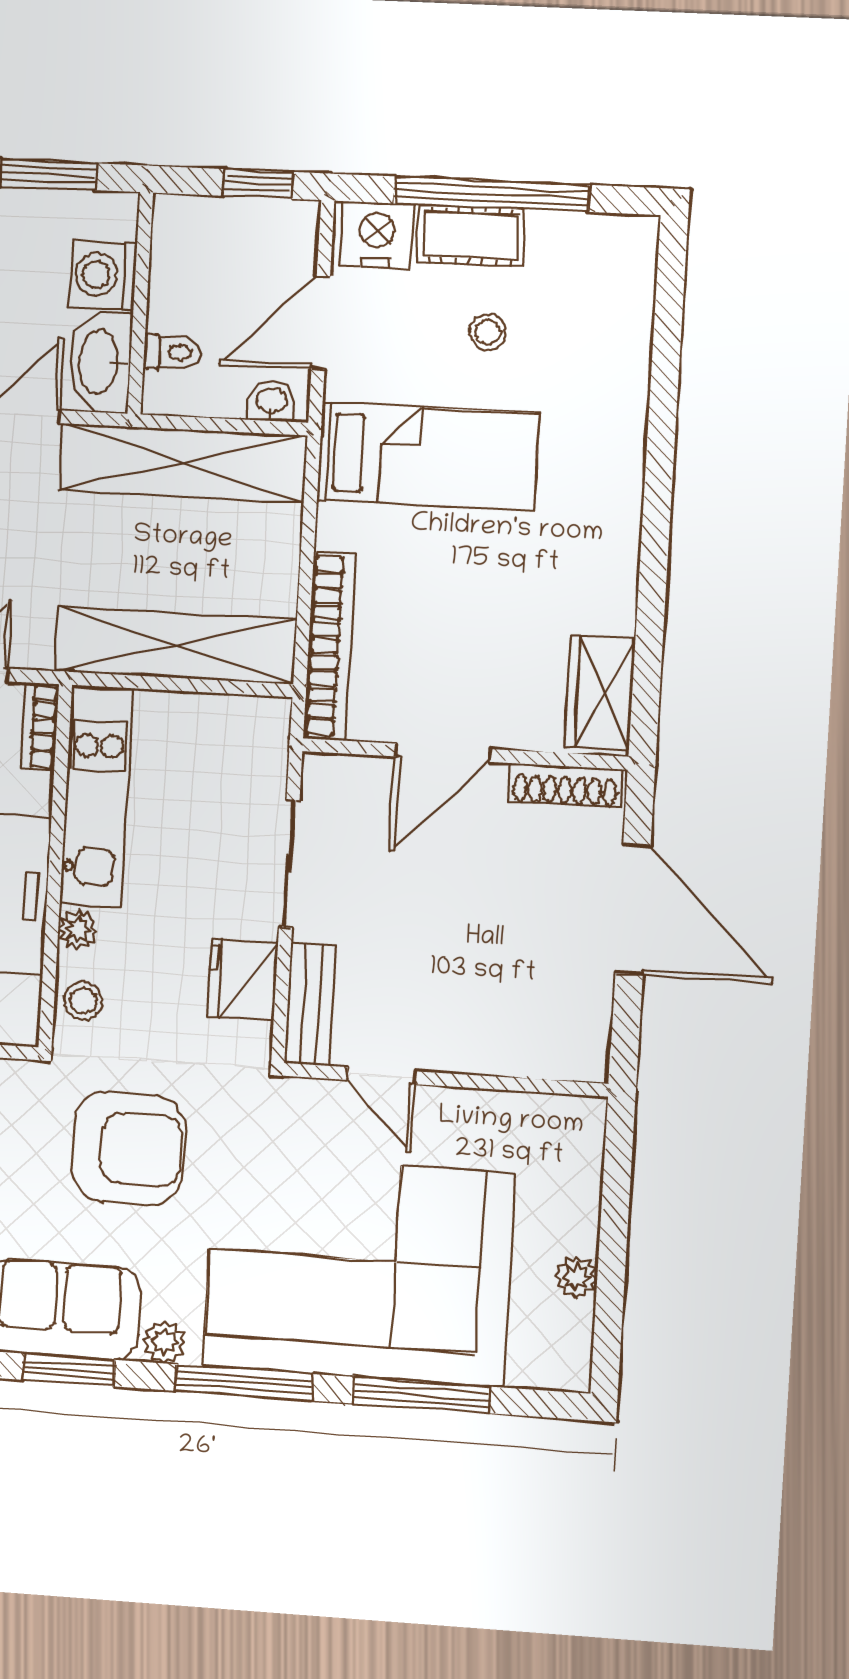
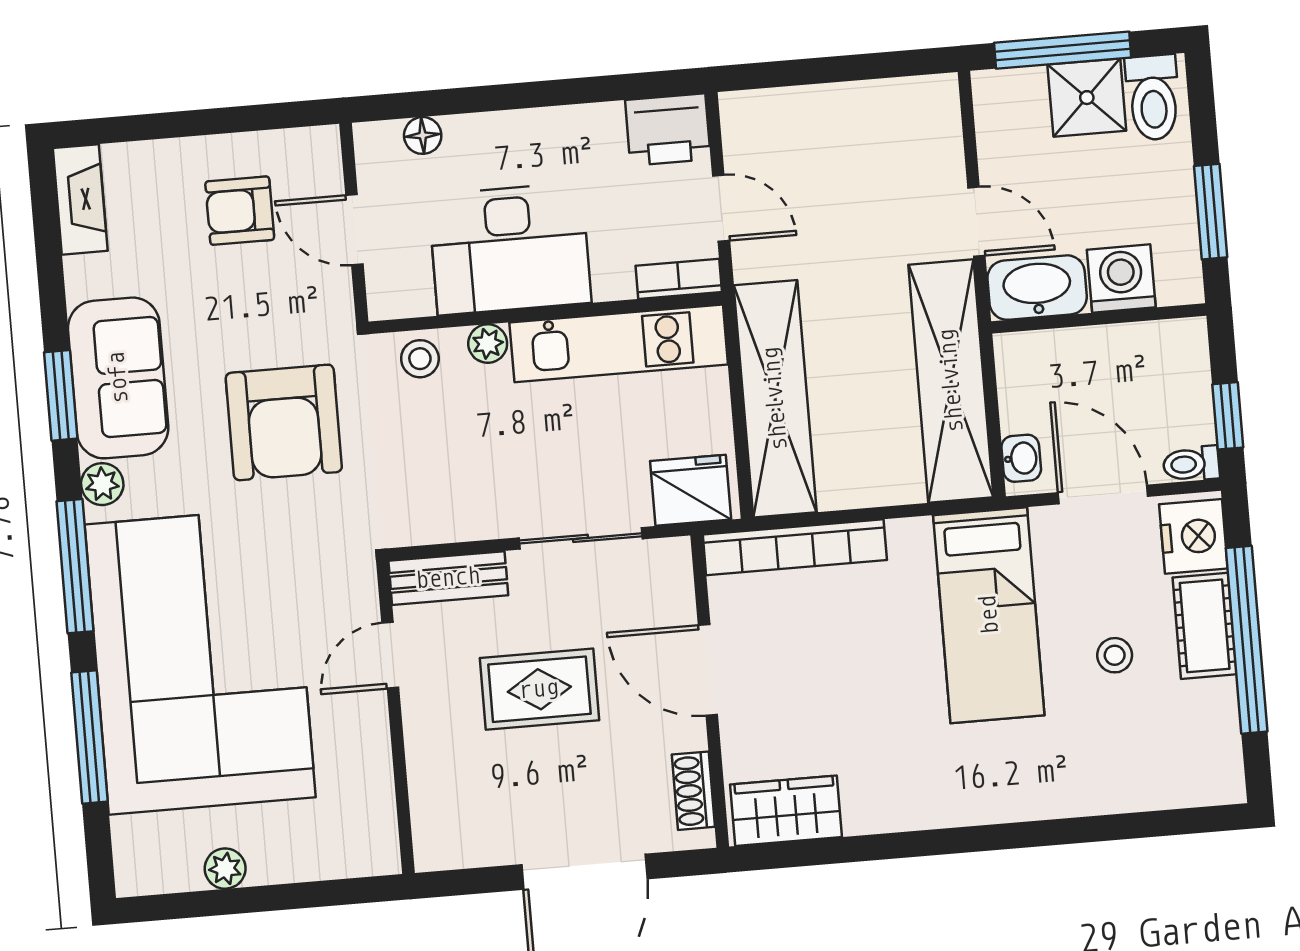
toilet: (172, 352) -> (1191, 464), moved, turned 90
shoe rack: (565, 785) -> (693, 791), width x0.70
rug: (438, 928) -> (539, 689), added
fridge: (242, 980) -> (691, 490), moved

